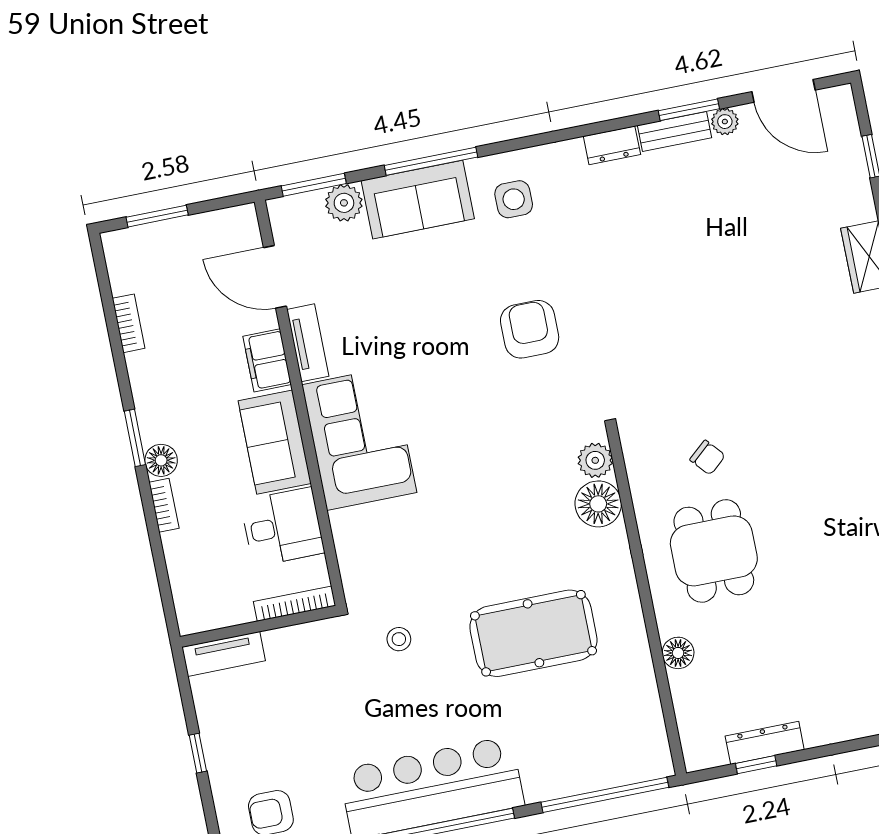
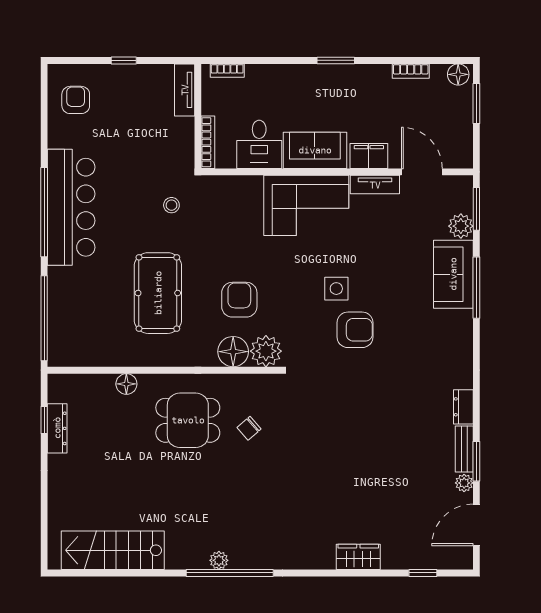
side table: (514, 199) -> (336, 289), moved
door: (275, 277) -> (422, 172), hinge flipped
floor lamp: (161, 460) -> (458, 74), moved
plant: (595, 460) -> (266, 351), width x1.36, depth x1.36
bookcase: (164, 505) -> (227, 71), moved
armchair: (519, 510) -> (239, 300), added

